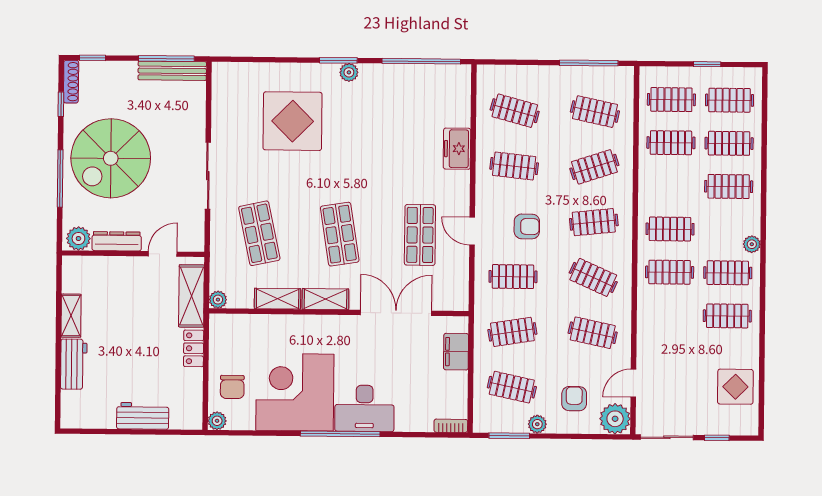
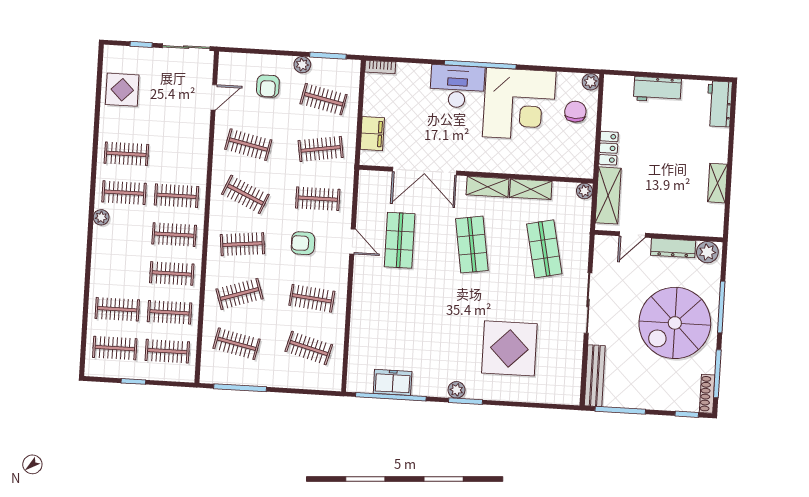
bench: (172, 71) -> (595, 376), moved, turned 90
window: (61, 104) -> (717, 374), width x2.17
freezer: (457, 149) -> (393, 382), moved, turned -90
spiral stairs: (111, 158) -> (675, 323), turned 180
clothes rail: (729, 186) -> (172, 273), moved
workbench: (74, 364) -> (719, 104), moved
plant: (615, 419) -> (232, 66), removed

